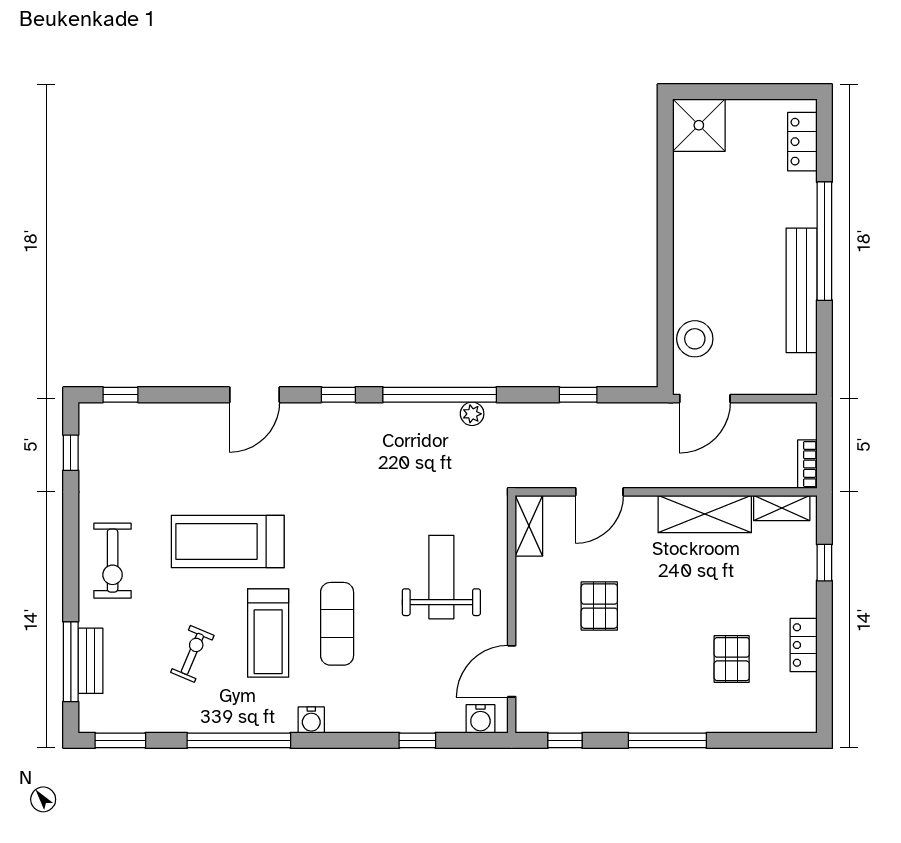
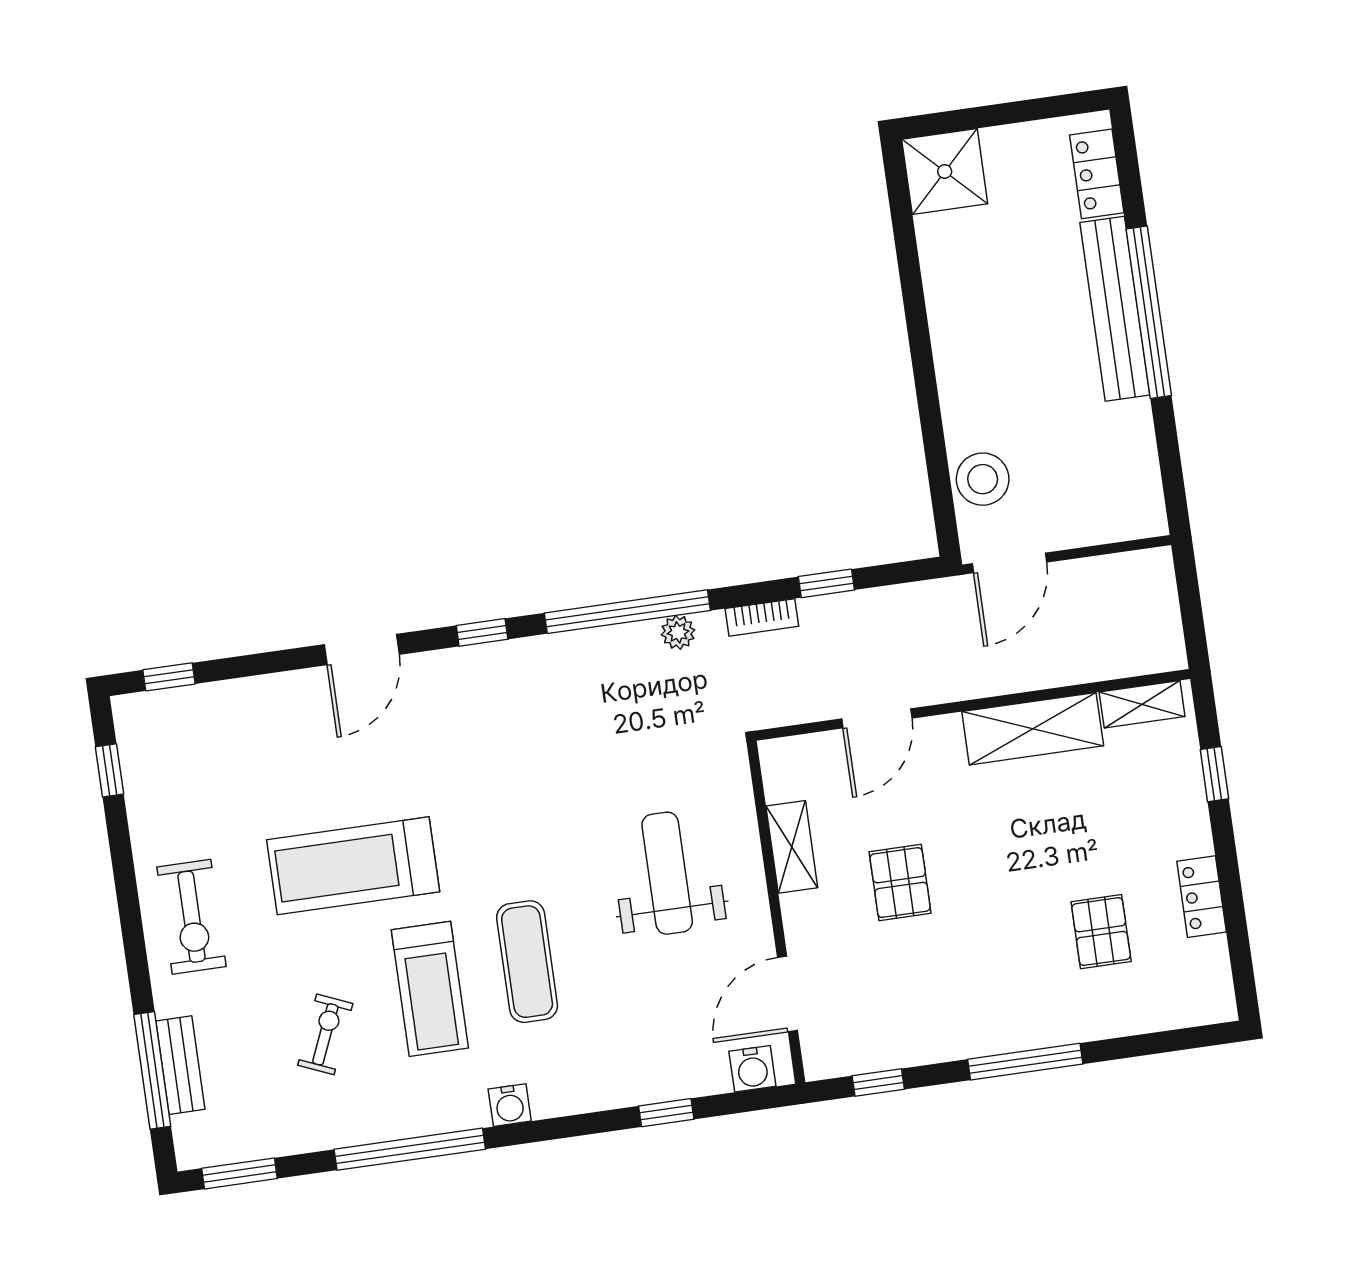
bench: (802, 290) -> (1115, 309), moved
bookcase: (807, 464) -> (762, 617), moved, turned -90
shelving: (529, 526) -> (792, 847), moved

